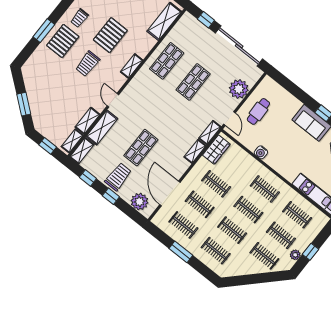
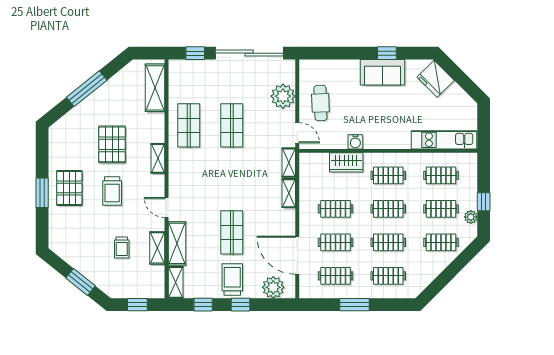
trolley: (79, 18) -> (122, 247), moved
shelving: (72, 141) -> (158, 280), removed
wardrobe: (216, 150) -> (346, 162), moved, turned 90

